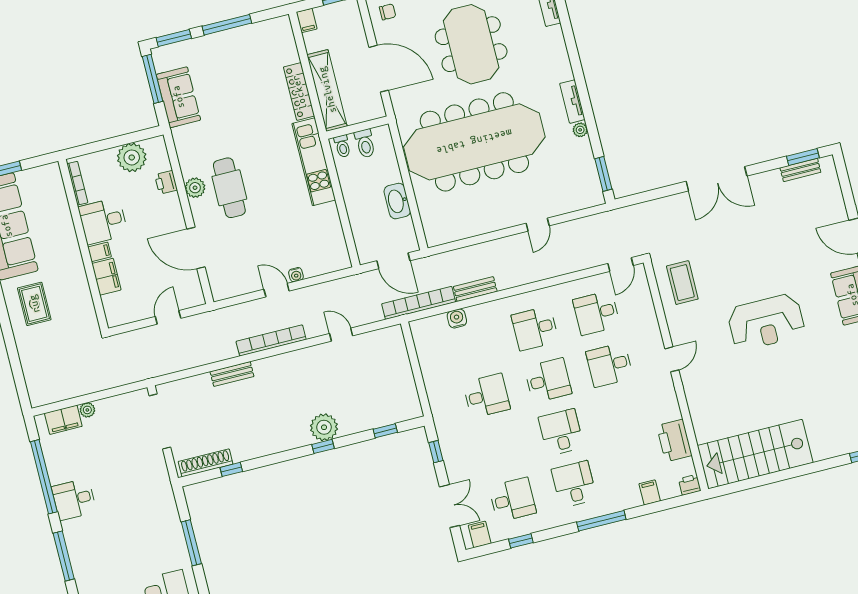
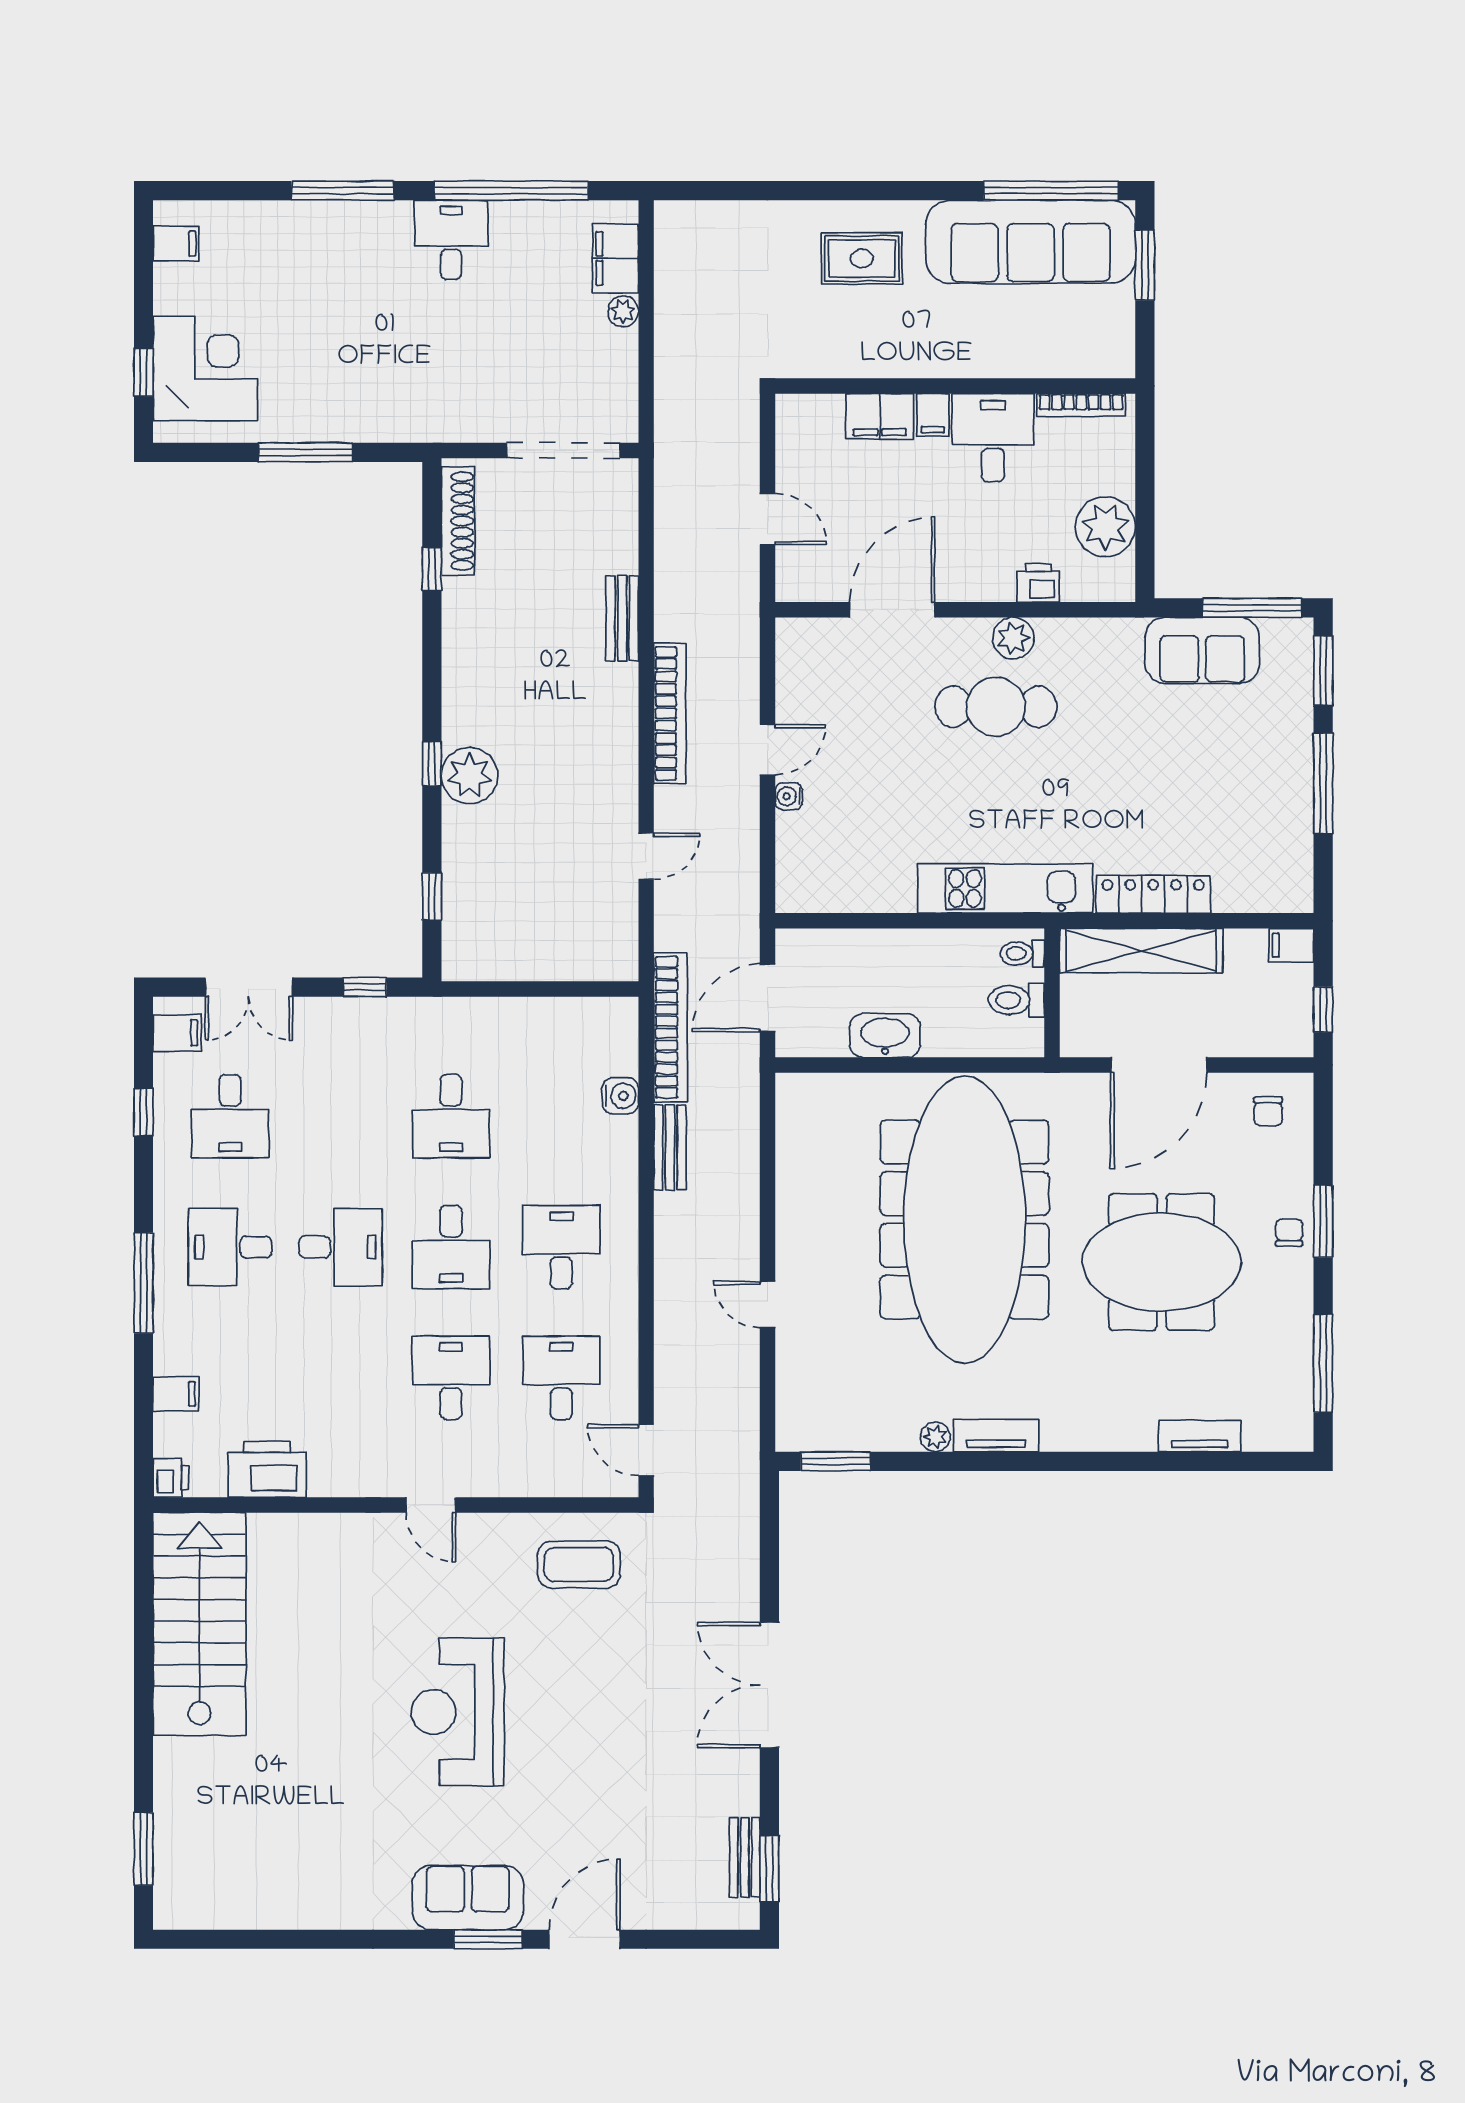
desk: (574, 484) -> (230, 1247), turned 180

